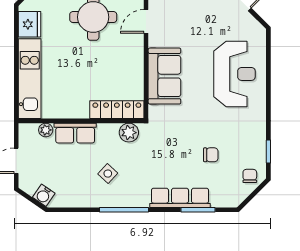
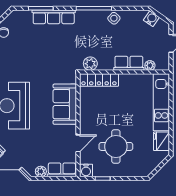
chair: (211, 155) -> (32, 48), removed
side table: (108, 174) -> (114, 18), moved

